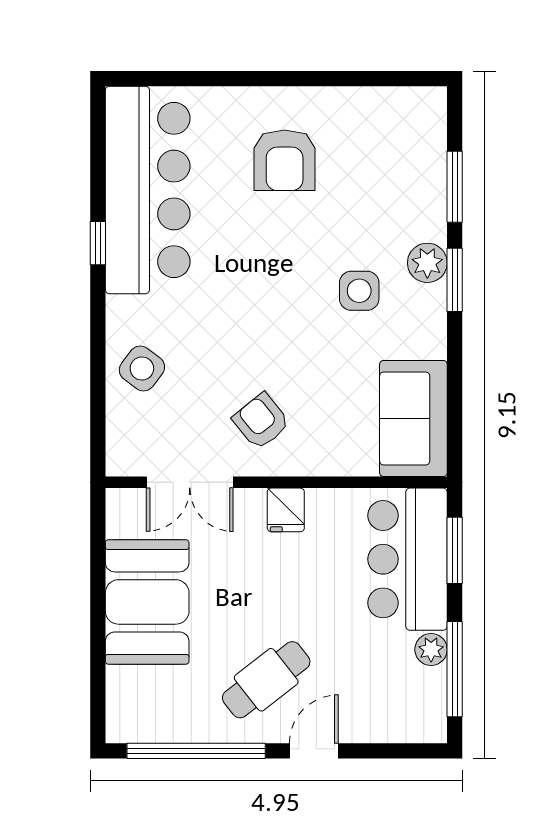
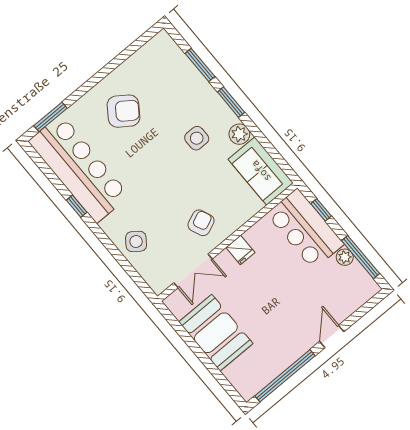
window: (170, 79) -> (51, 117), added
armchair: (285, 160) -> (124, 111), turned -55
plant: (427, 263) -> (239, 134), moved
armchair: (261, 421) -> (201, 223), turned 106
window: (455, 550) -> (321, 210), width x0.67
cafe table: (266, 680) -> (289, 324), removed

